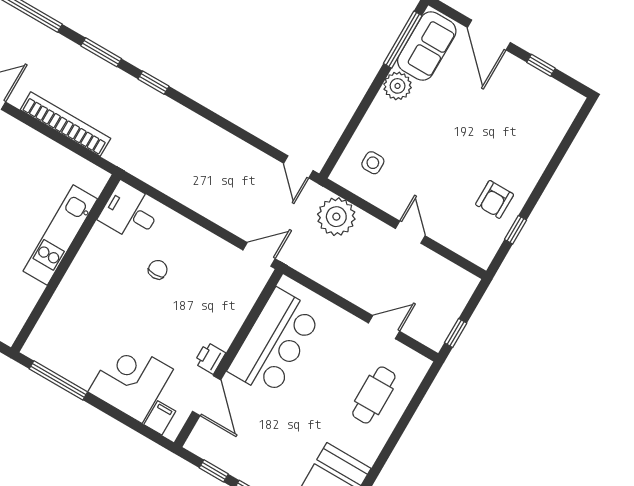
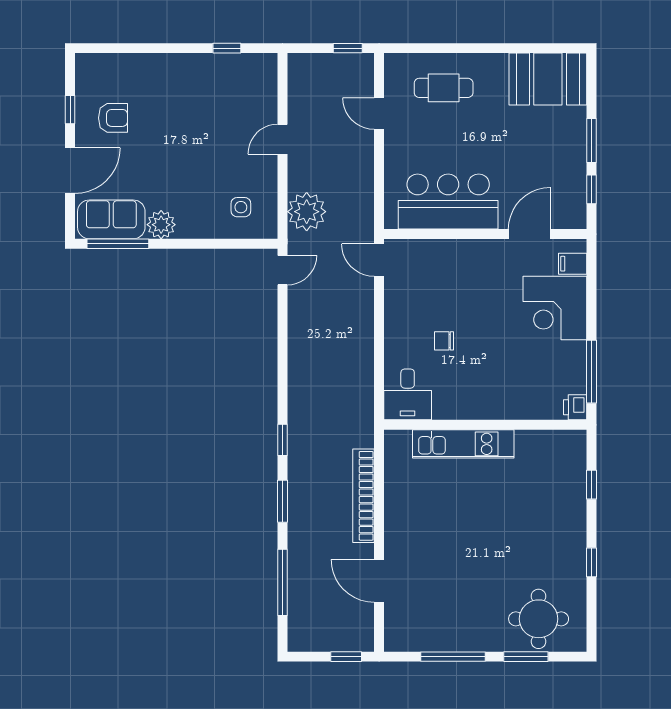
armchair: (495, 199) -> (113, 118), moved
printer: (210, 358) -> (575, 407), moved, turned 90

